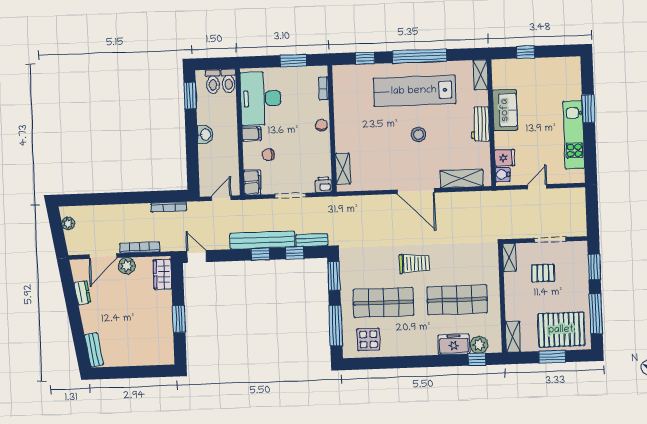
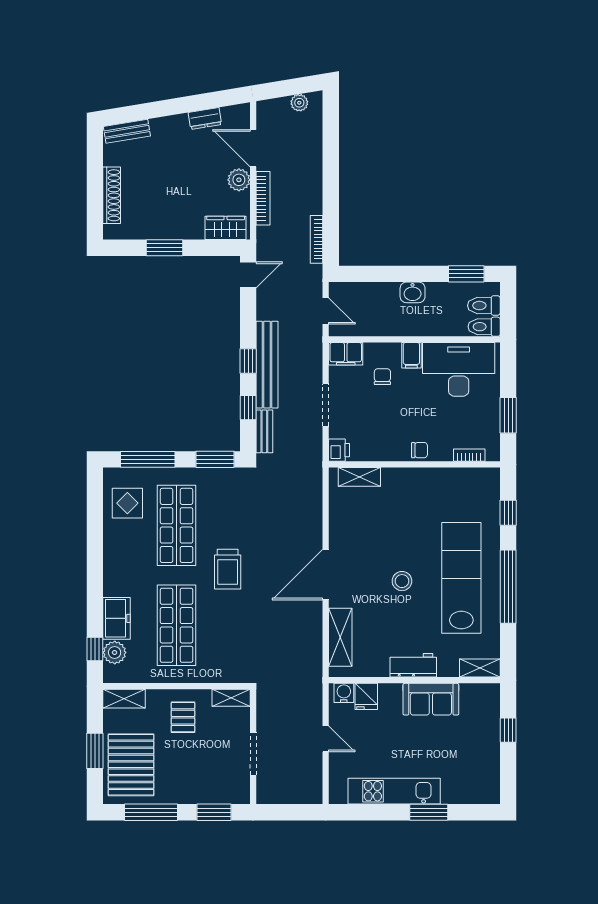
pallet: (543, 273) -> (183, 717), moved
shoe rack: (142, 359) -> (112, 195), added

